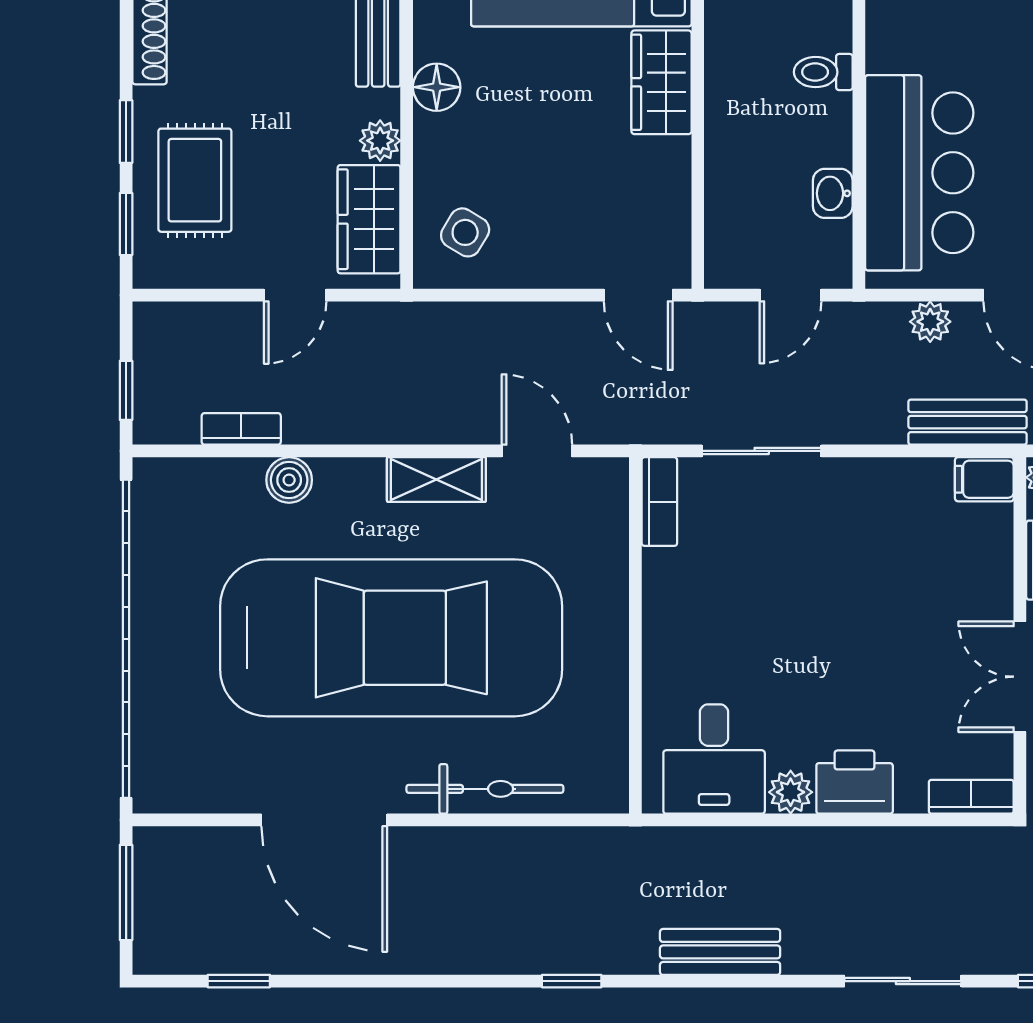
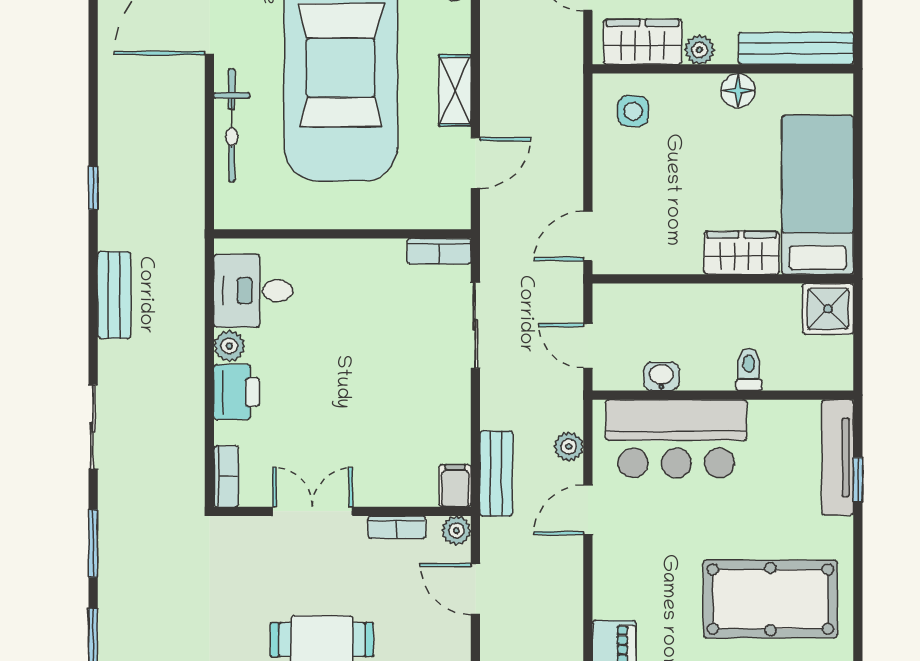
side table: (465, 232) -> (633, 111), turned -31

